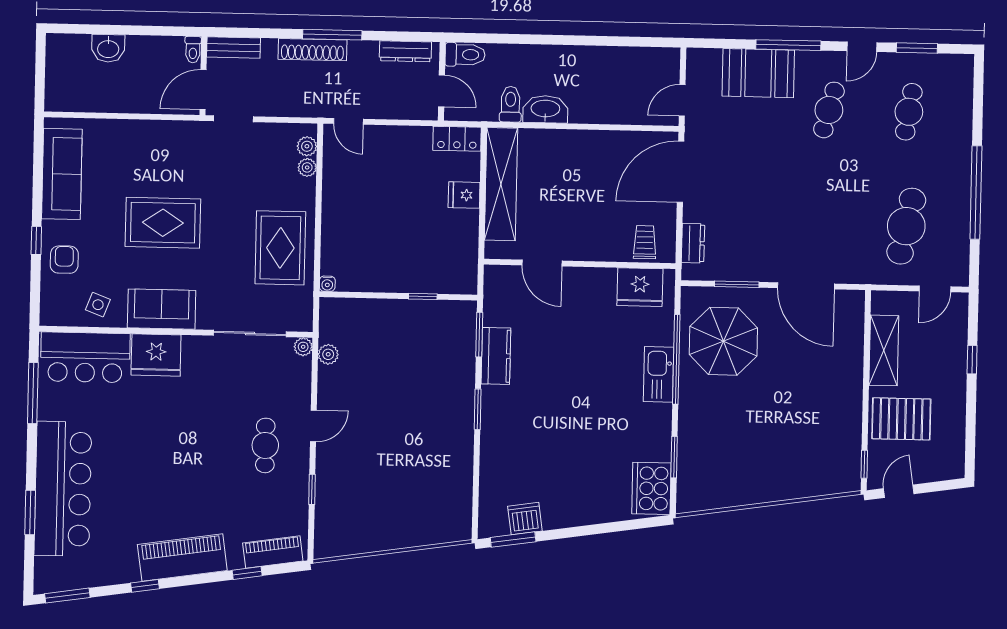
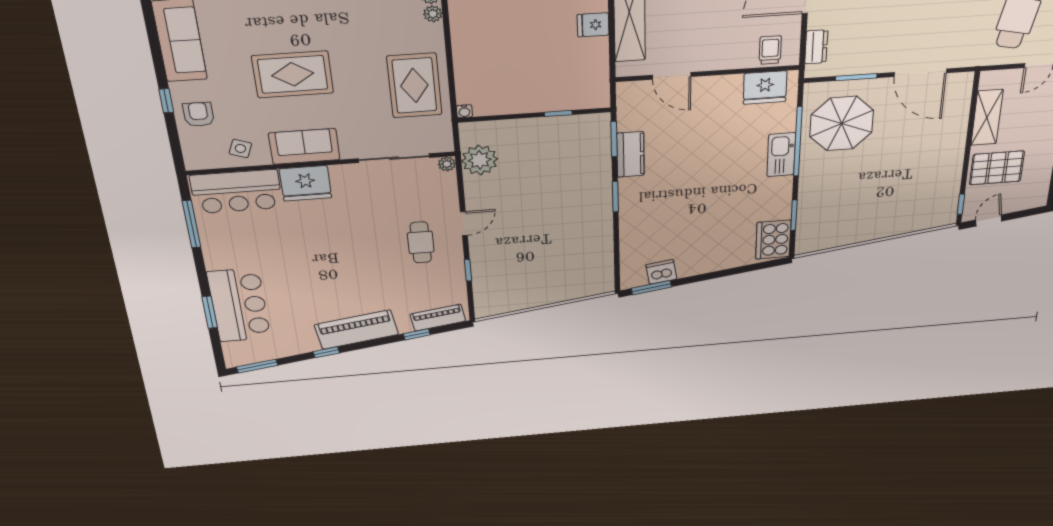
plant: (328, 354) -> (480, 160), width x1.87, depth x1.87
bar counter: (63, 489) -> (239, 305), width x0.73

